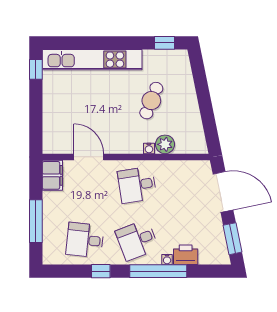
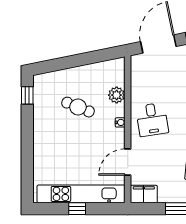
kitchen unit: (92, 60) -> (81, 194), moved, turned -90
window: (36, 69) -> (77, 209), moved
water cooler: (149, 148) -> (120, 122), moved

